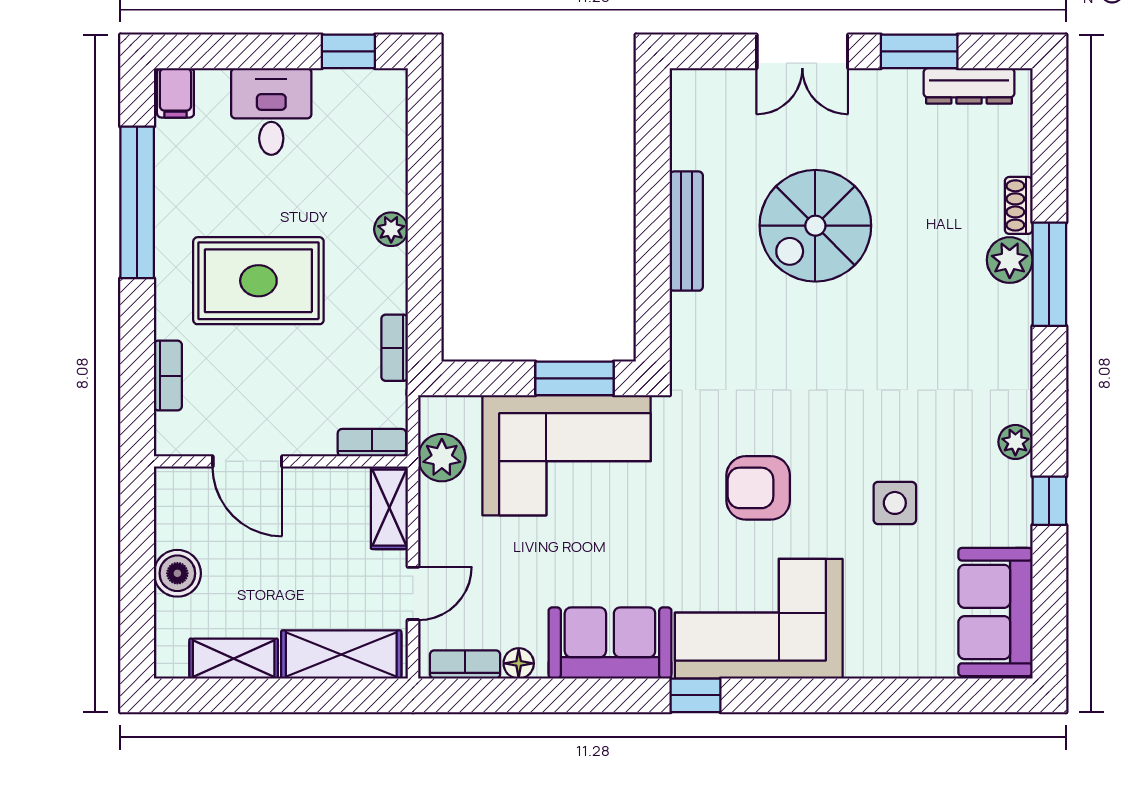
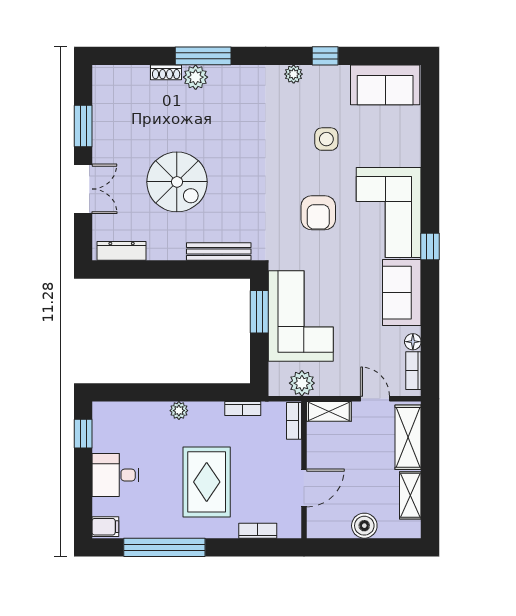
dresser: (969, 86) -> (122, 251), moved, turned -90
bench: (686, 231) -> (219, 252), moved

